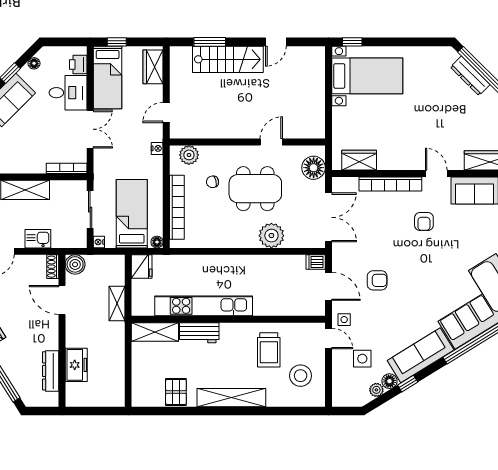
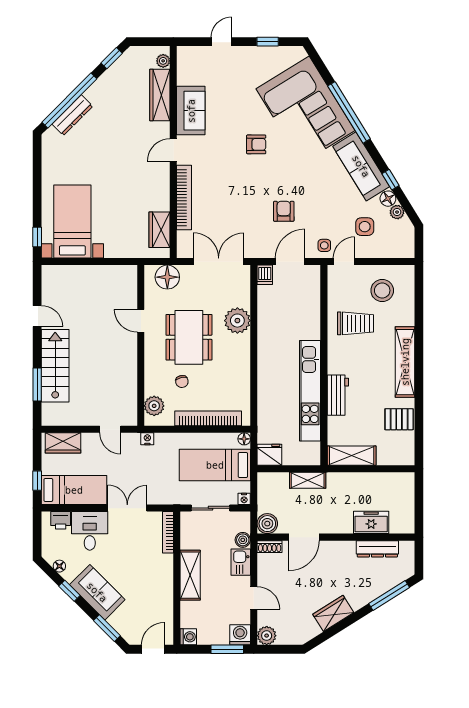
armchair: (424, 222) -> (256, 144), moved
boiler: (59, 241) -> (243, 540), added
shelving: (155, 332) -> (352, 456), moved, turned 90

